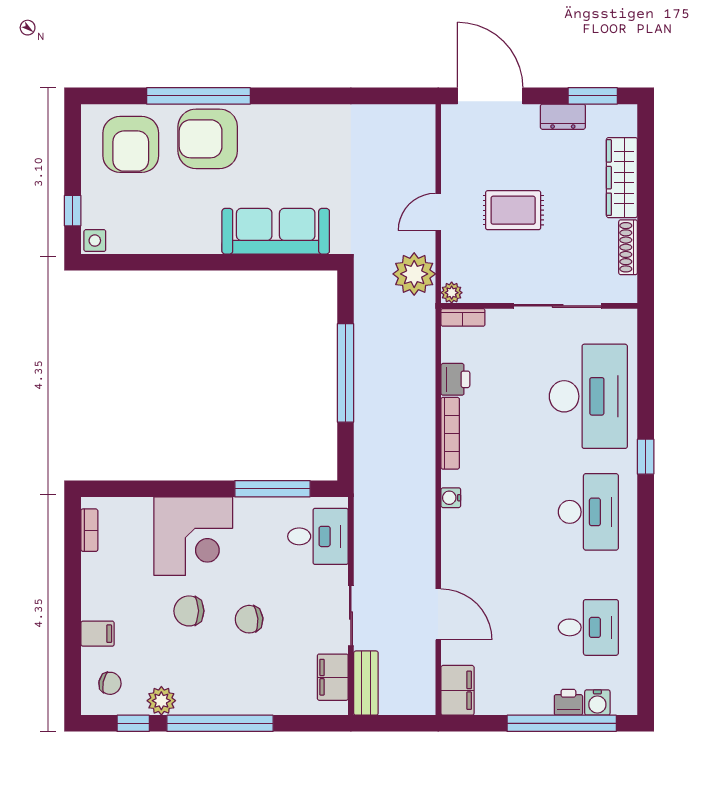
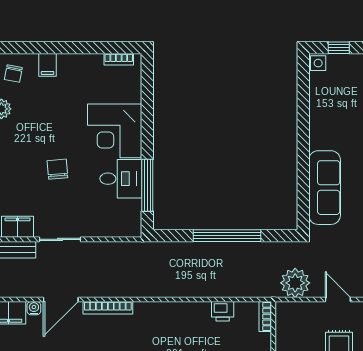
plant: (452, 293) -> (282, 309), removed
bookcase: (450, 433) -> (108, 308), moved
water cooler: (451, 498) -> (34, 308), moved
desk: (318, 536) -> (121, 179), moved, turned -90
chair: (189, 611) -> (63, 128), removed

